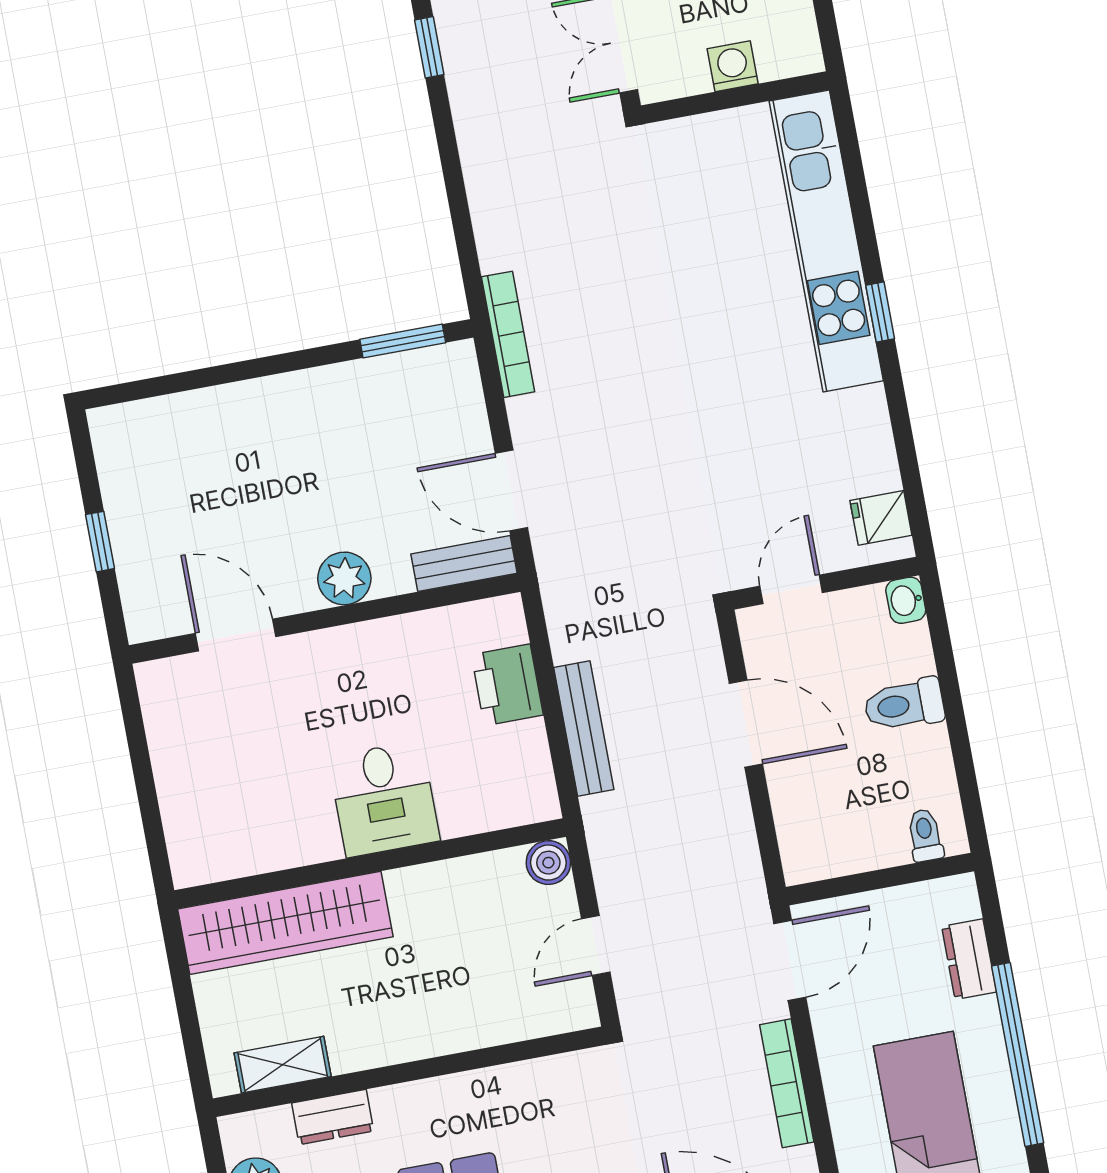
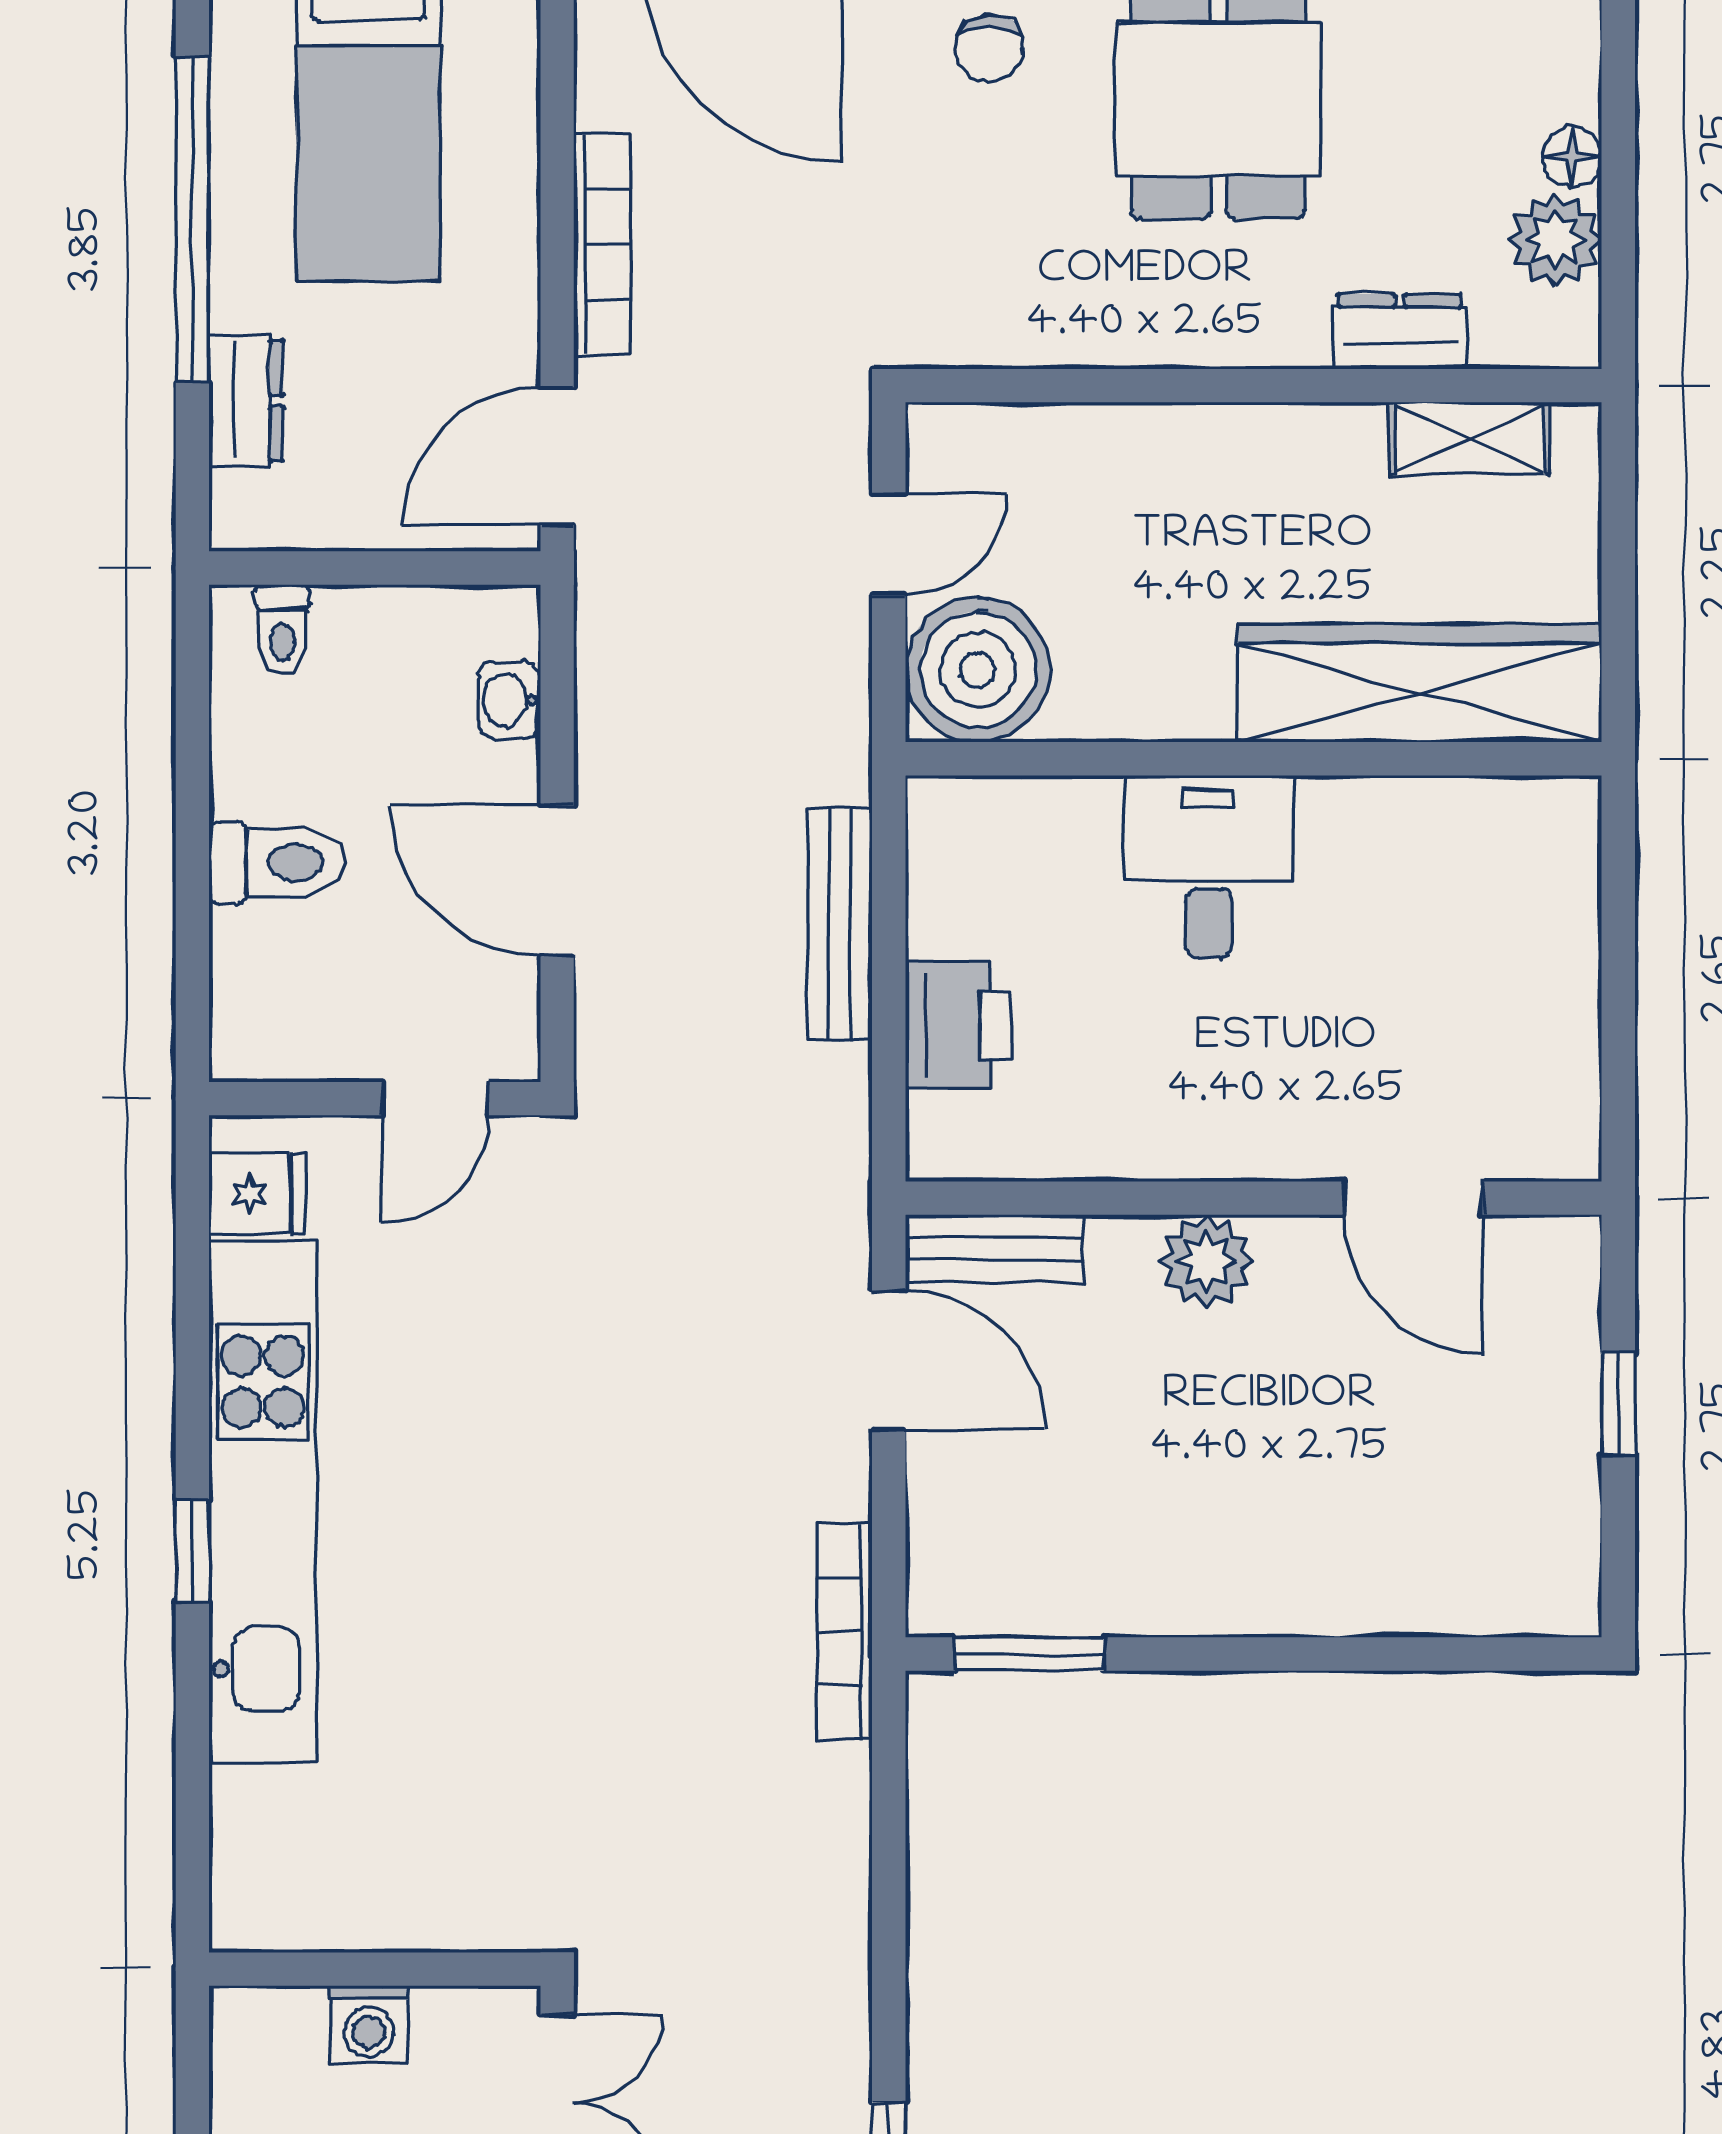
kitchen unit: (826, 241) -> (263, 1502), moved
washbasin: (906, 600) -> (509, 700), moved, turned 180
boiler: (548, 863) -> (978, 670), width x1.86, depth x1.86

